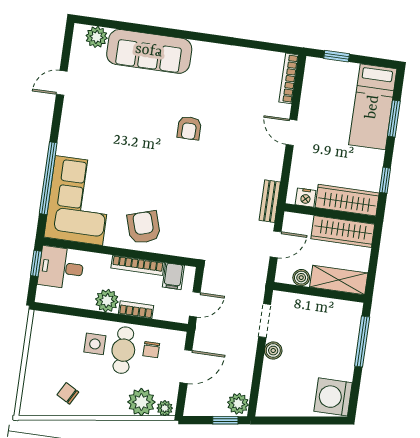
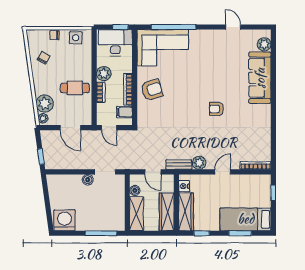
desk: (61, 268) -> (115, 43), width x1.37
side table: (95, 344) -> (76, 38), moved
chair: (151, 350) -> (54, 35), moved
plant: (238, 404) -> (199, 163), moved

